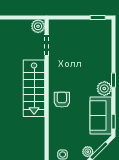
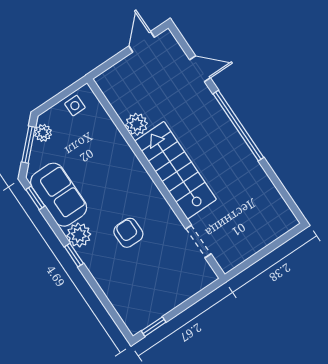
plant: (38, 26) -> (137, 124), moved
armchair: (62, 100) -> (128, 233), moved, turned 180

